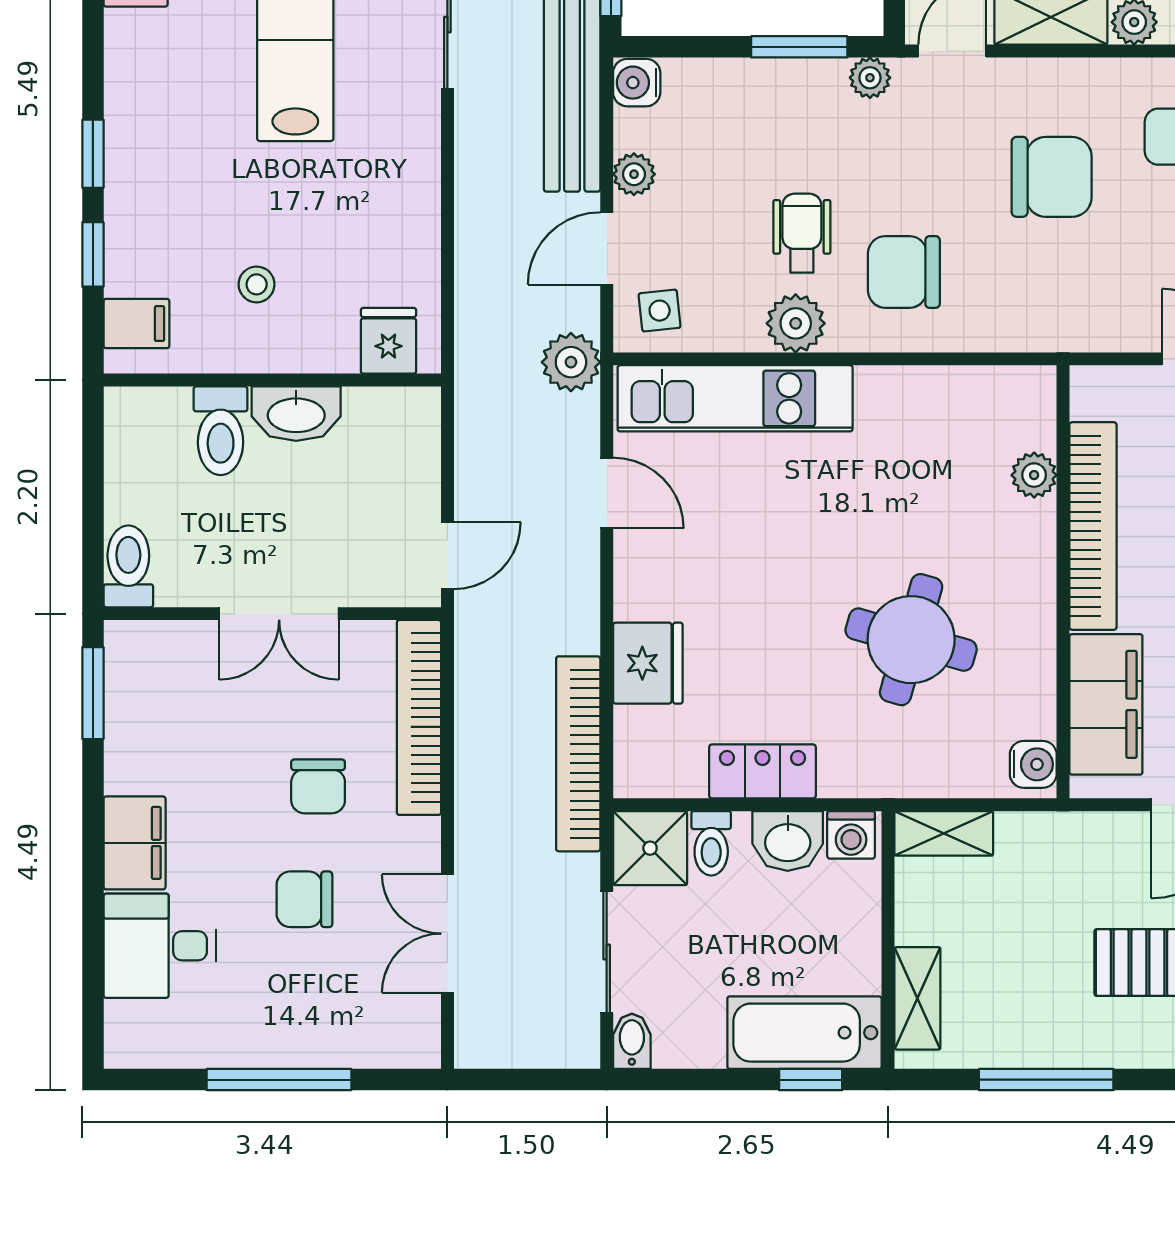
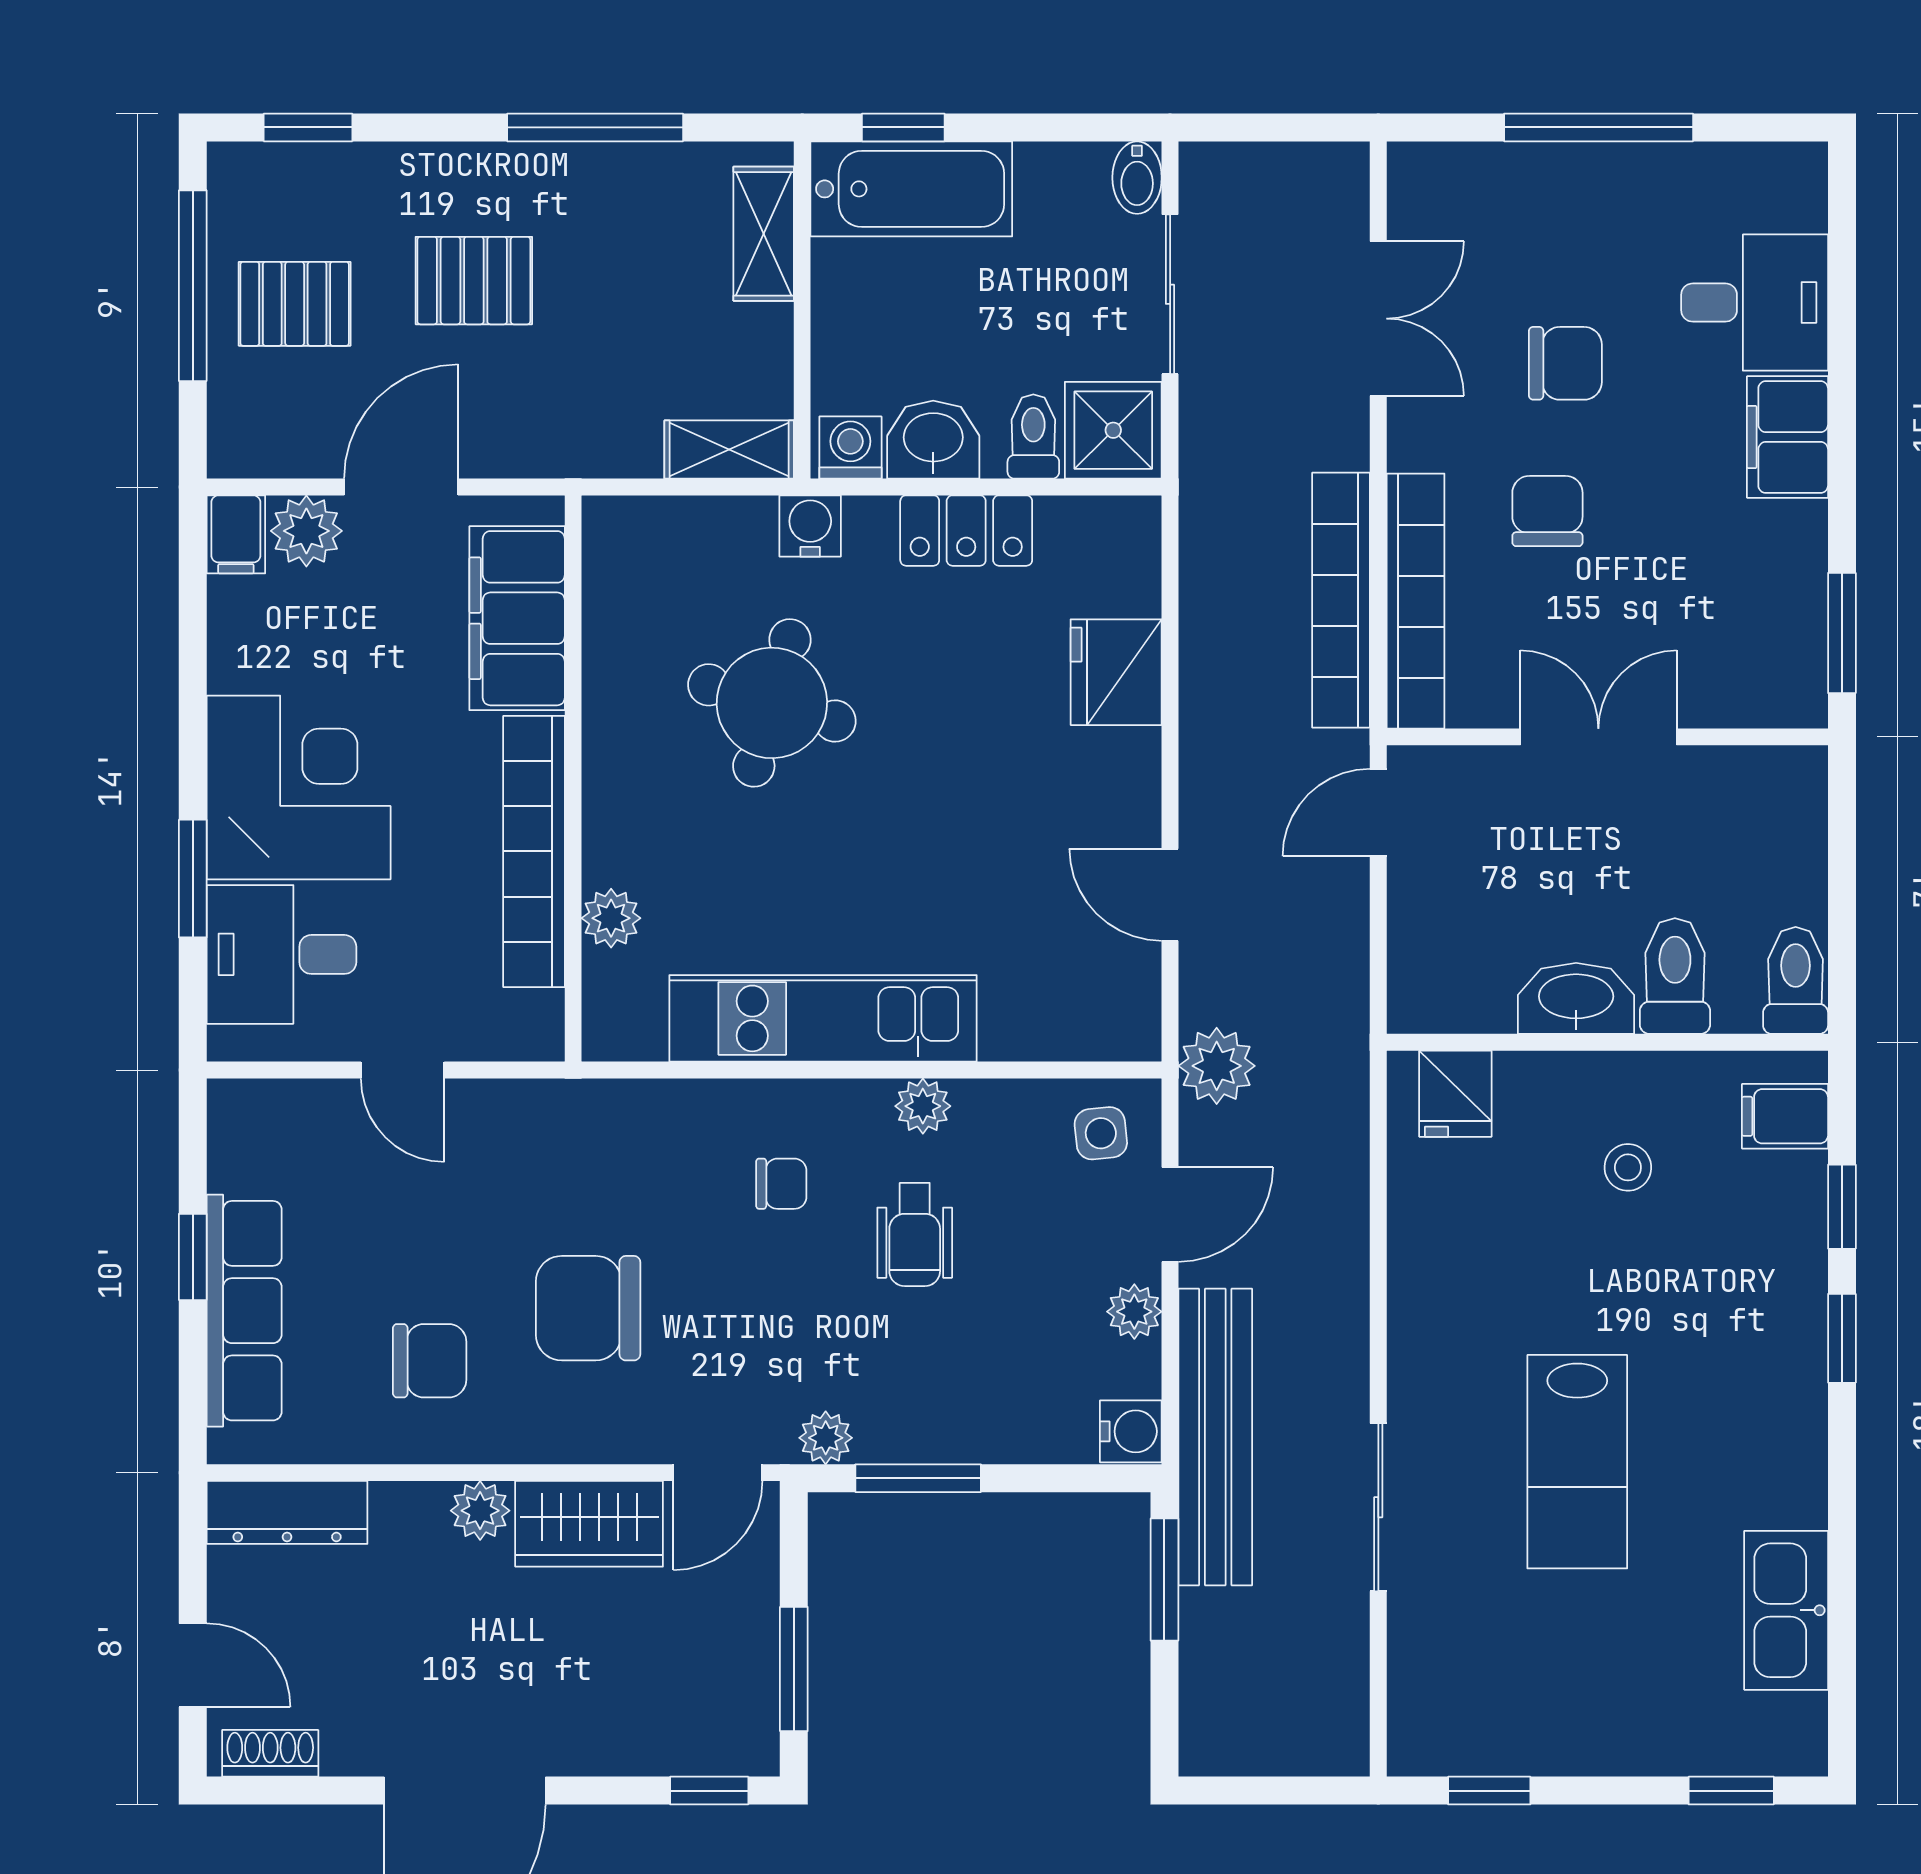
chair: (904, 272) -> (781, 1184), width x0.54, depth x0.54
plant: (796, 323) -> (923, 1106), width x0.73, depth x0.73
kitchen unit: (735, 398) -> (823, 1018), moved
toilet: (128, 566) -> (1796, 980), moved, turned 180
bookcase: (578, 754) -> (1341, 600), moved, turned 180
water cooler: (1033, 764) -> (810, 526), moved, turned 90

